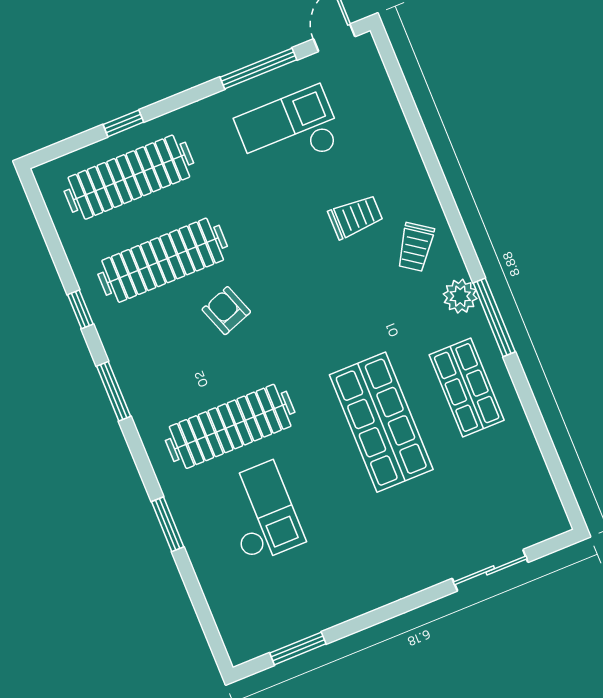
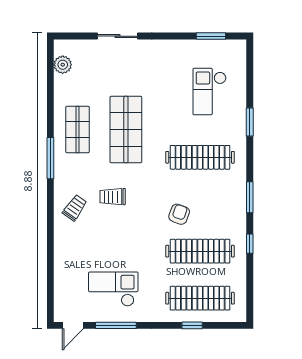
checkout: (289, 131) -> (113, 289), turned 180
trolley: (355, 217) -> (113, 197), moved
plant: (460, 296) -> (63, 65), moved
armchair: (226, 311) -> (179, 214), turned -140
checkout: (261, 512) -> (210, 92), moved
sliding door: (490, 570) -> (117, 36), moved

